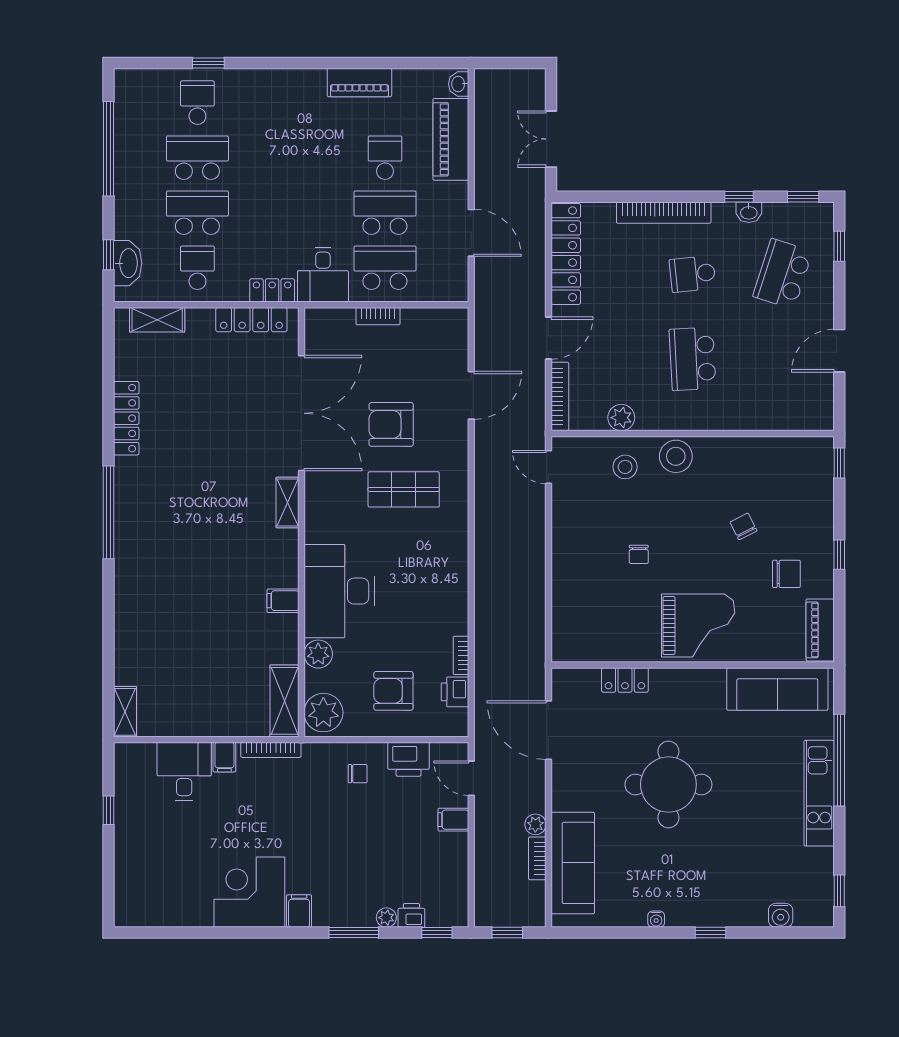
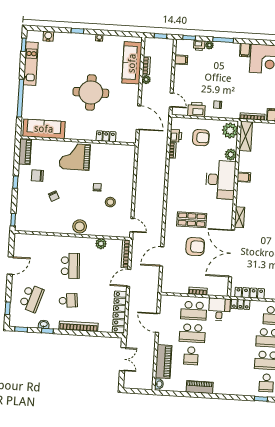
stool: (625, 467) -> (110, 202), moved
kitchen unit: (819, 793) -> (31, 64), moved
filing cabinet: (453, 820) -> (181, 60), moved

